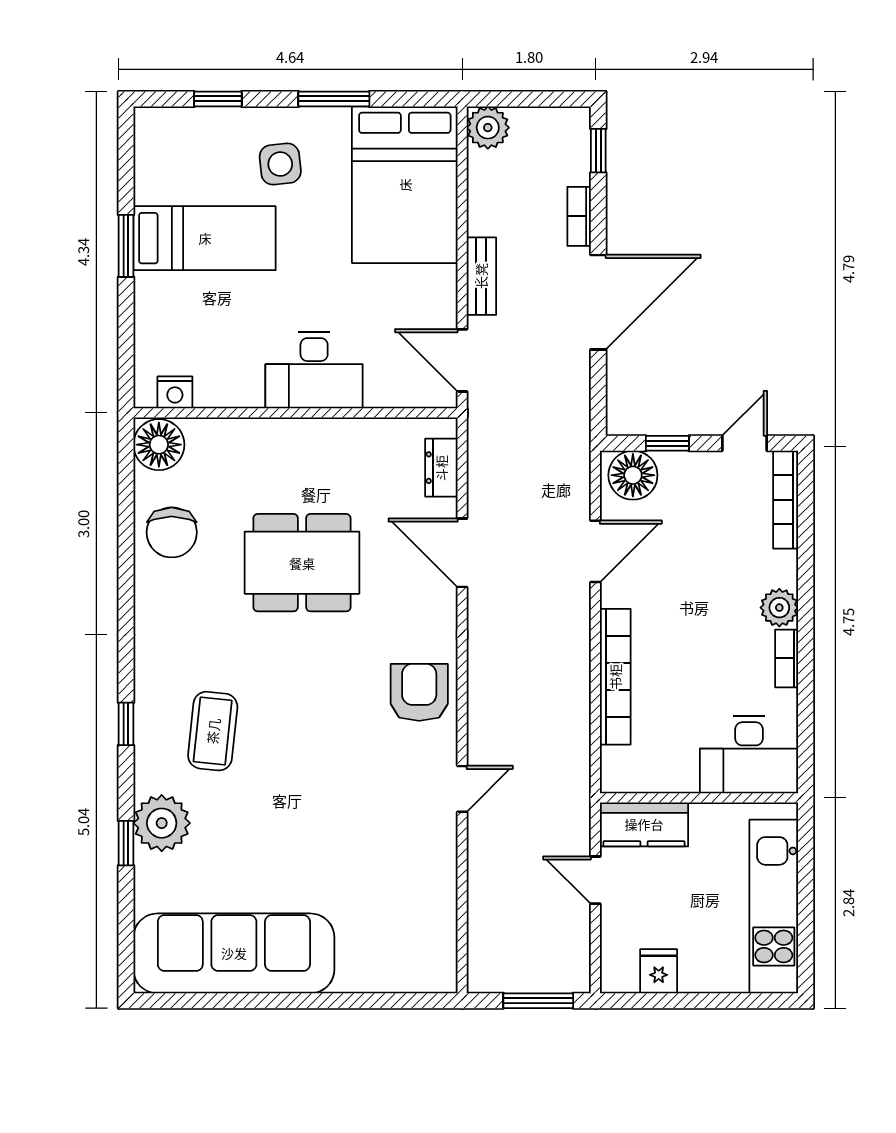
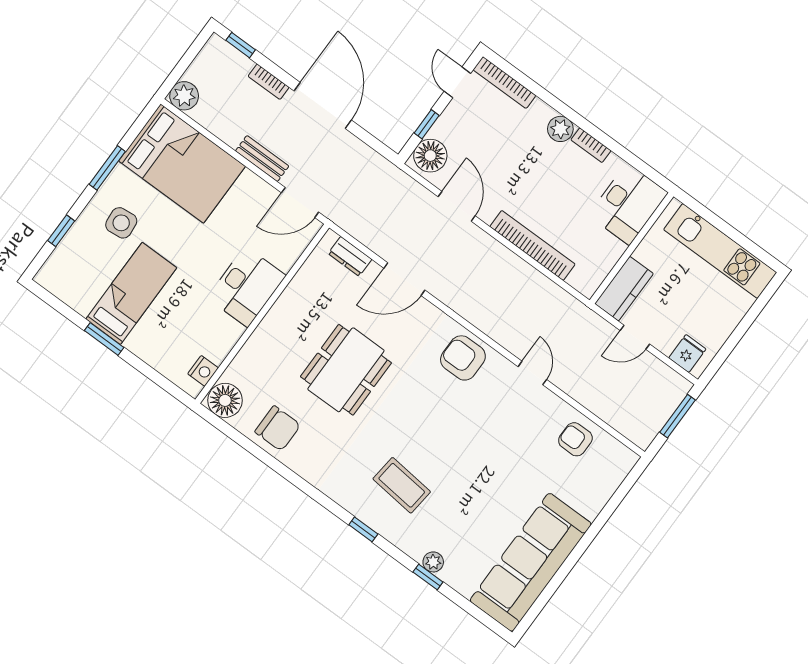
plant: (162, 823) -> (433, 562), width x0.53, depth x0.53
armchair: (421, 899) -> (575, 439), added
fridge: (659, 971) -> (687, 354), moved, turned 90

